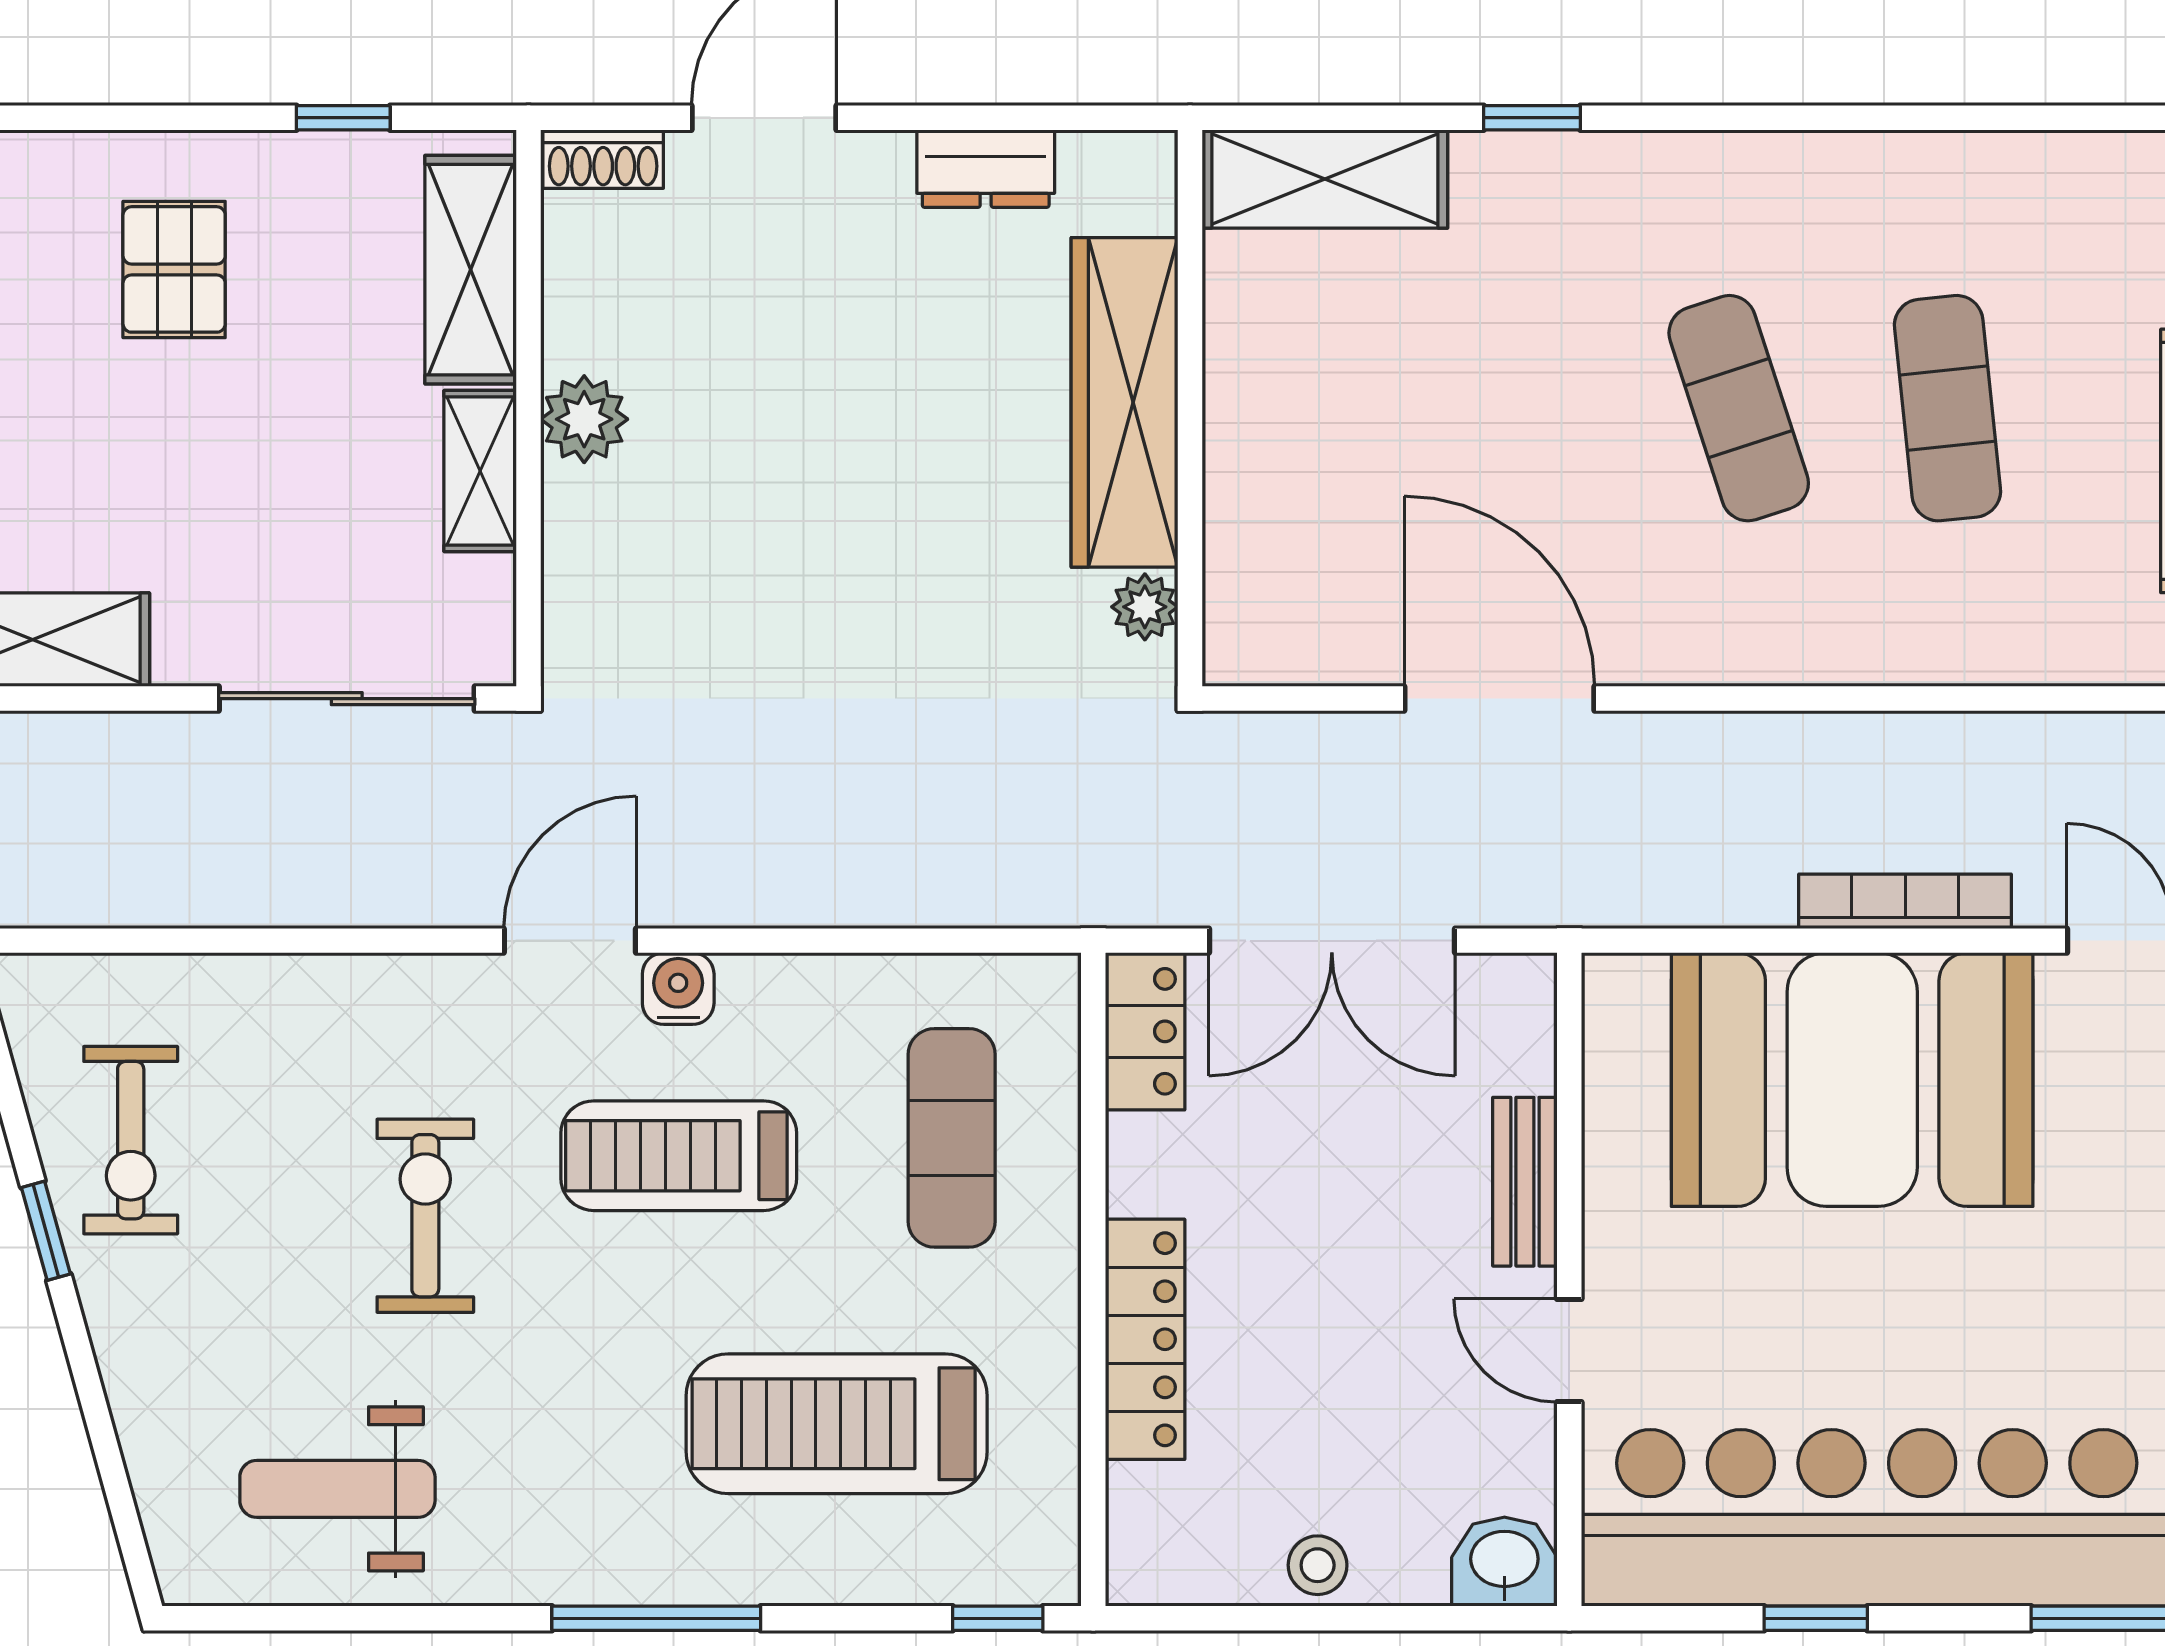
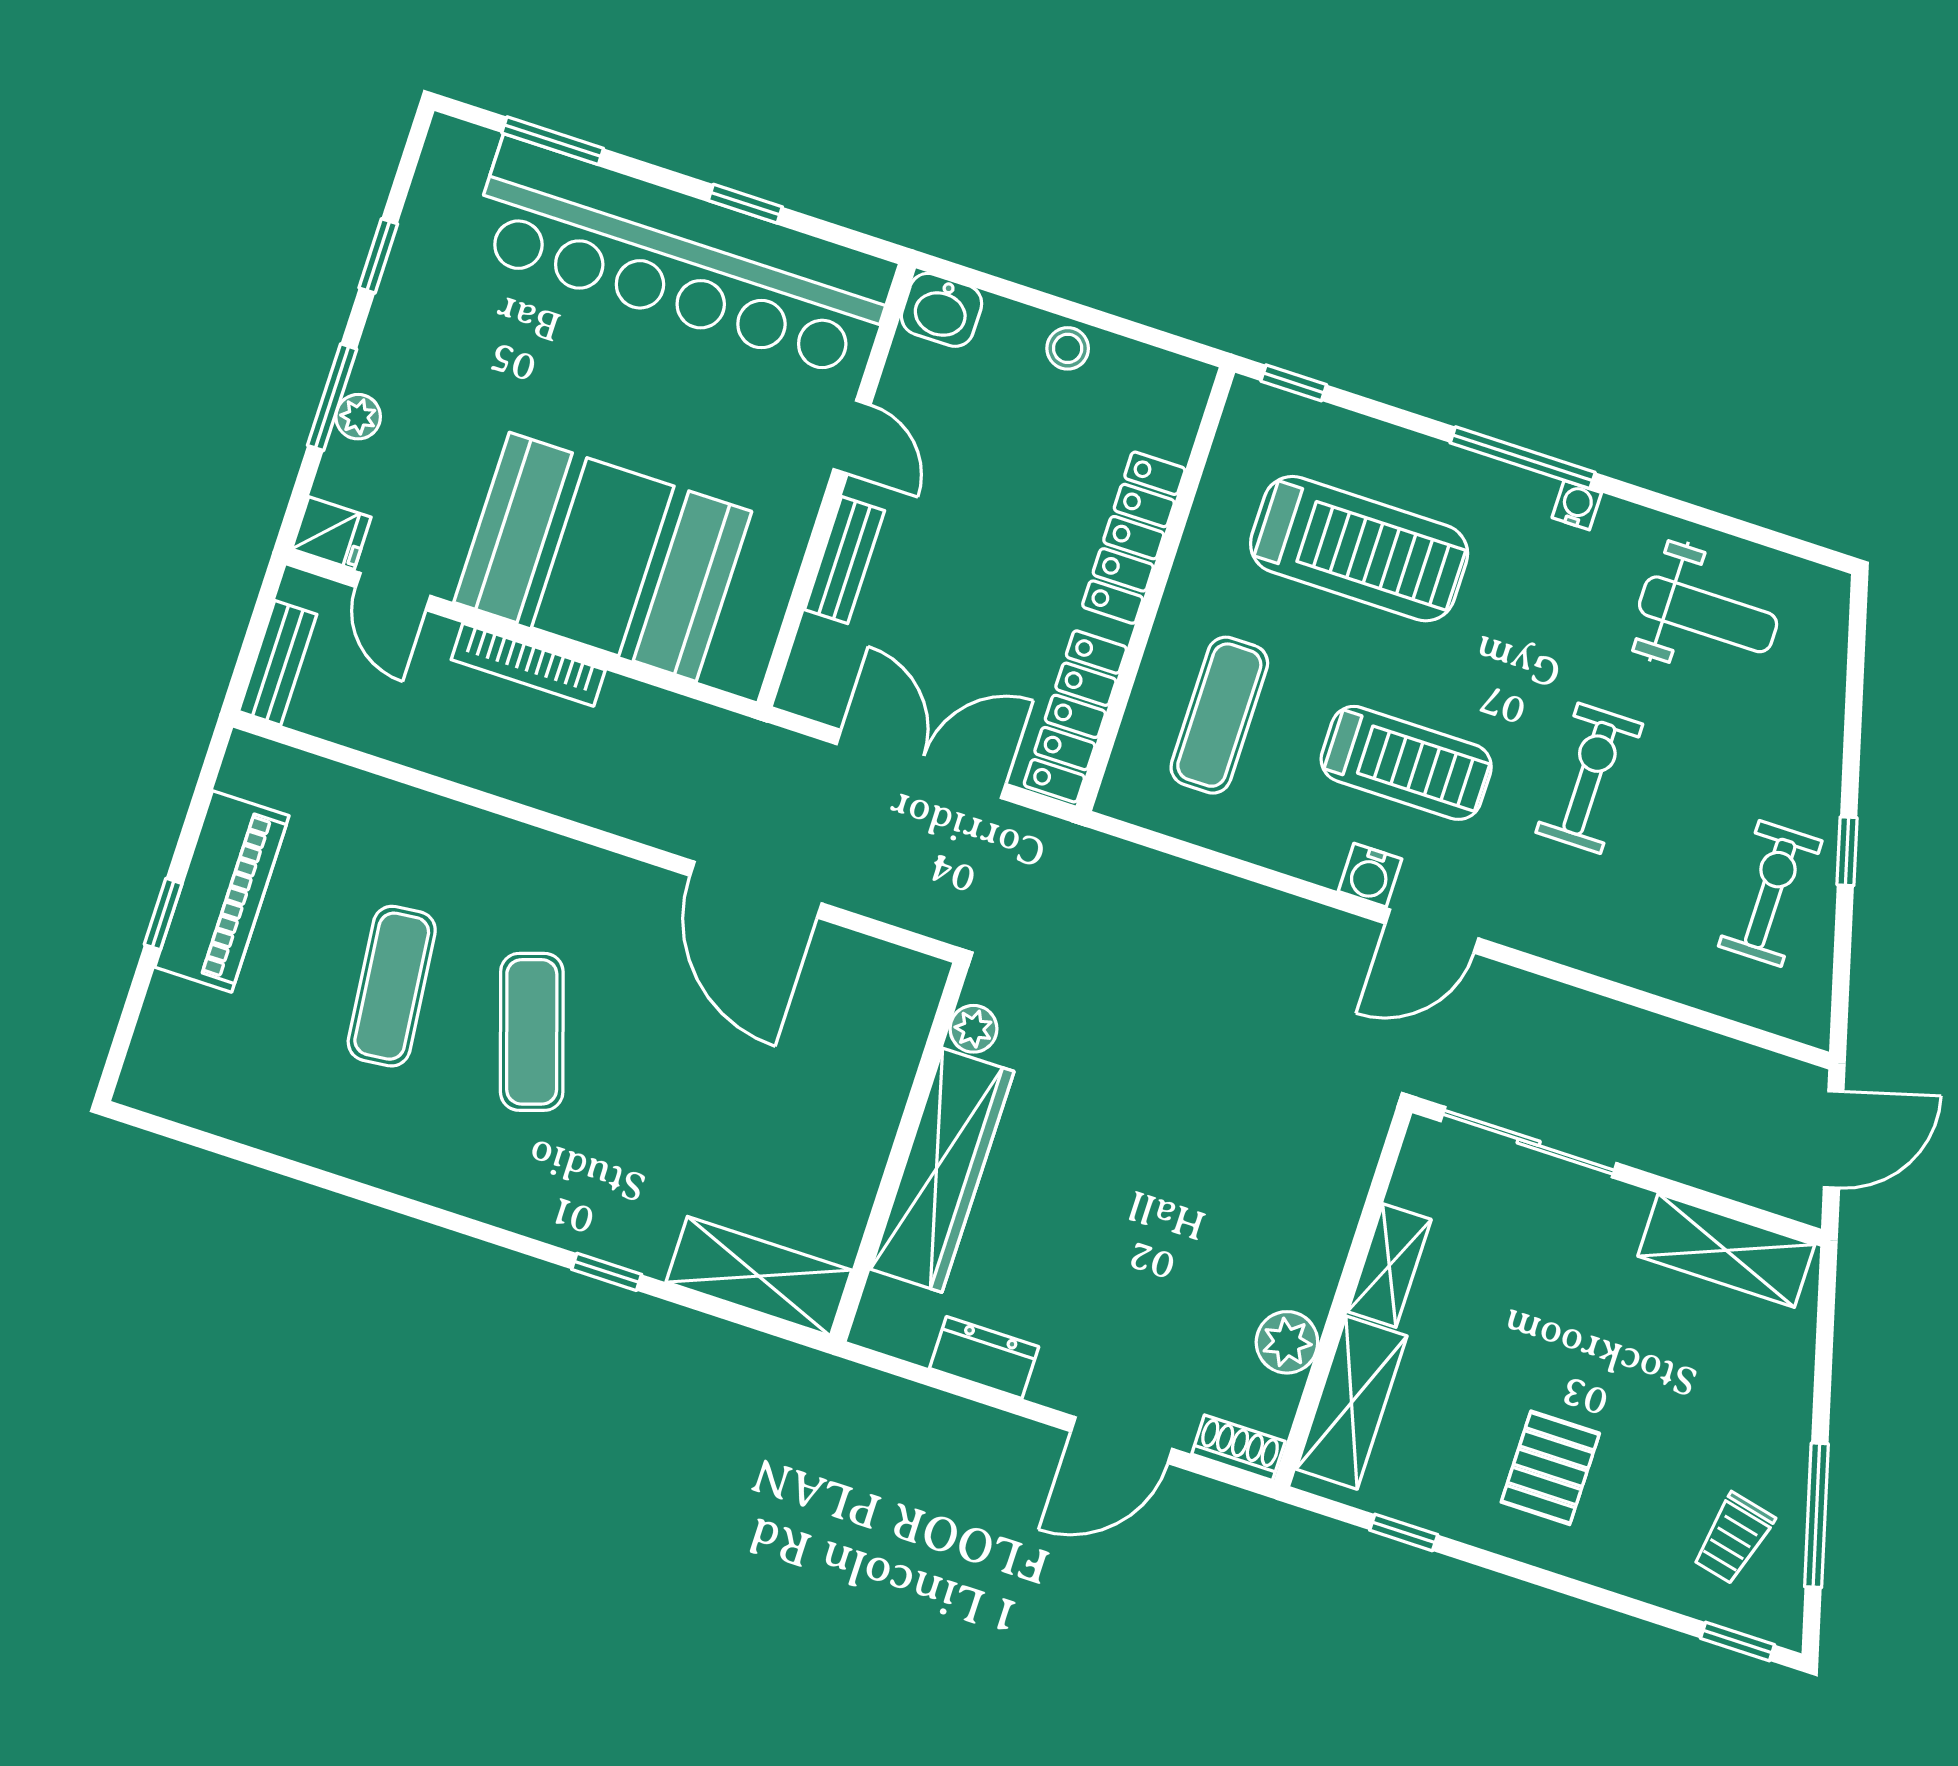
plant: (584, 419) -> (1287, 1342), moved
locker: (1145, 1031) -> (1075, 716), width x1.53
exercise bike: (425, 1216) -> (1589, 778), turned 180
water cooler: (562, 1578) -> (1577, 505), added

